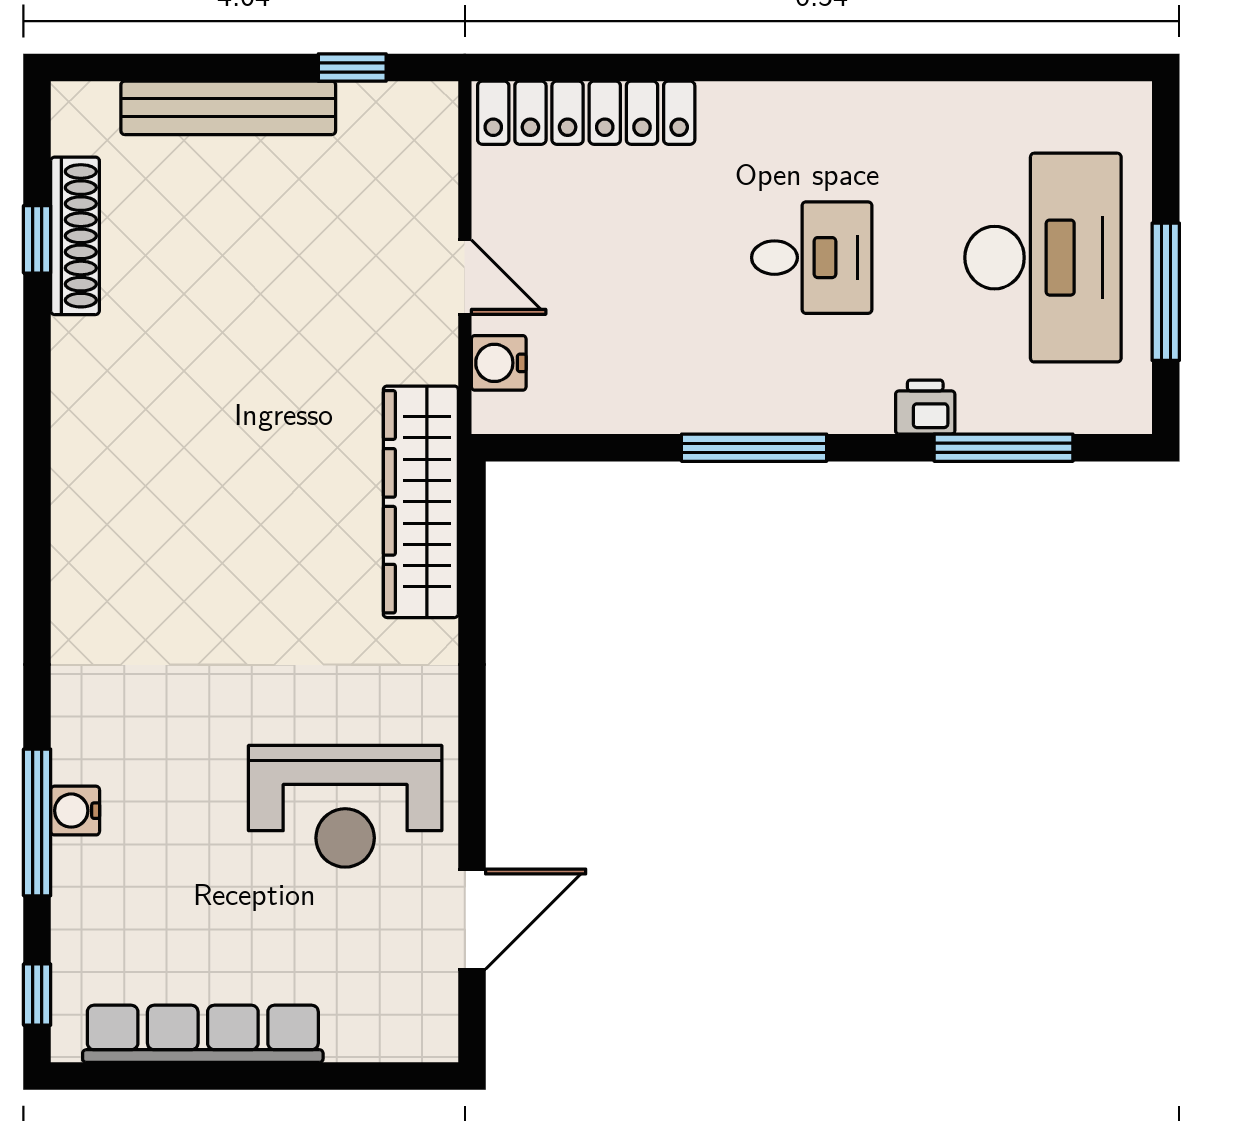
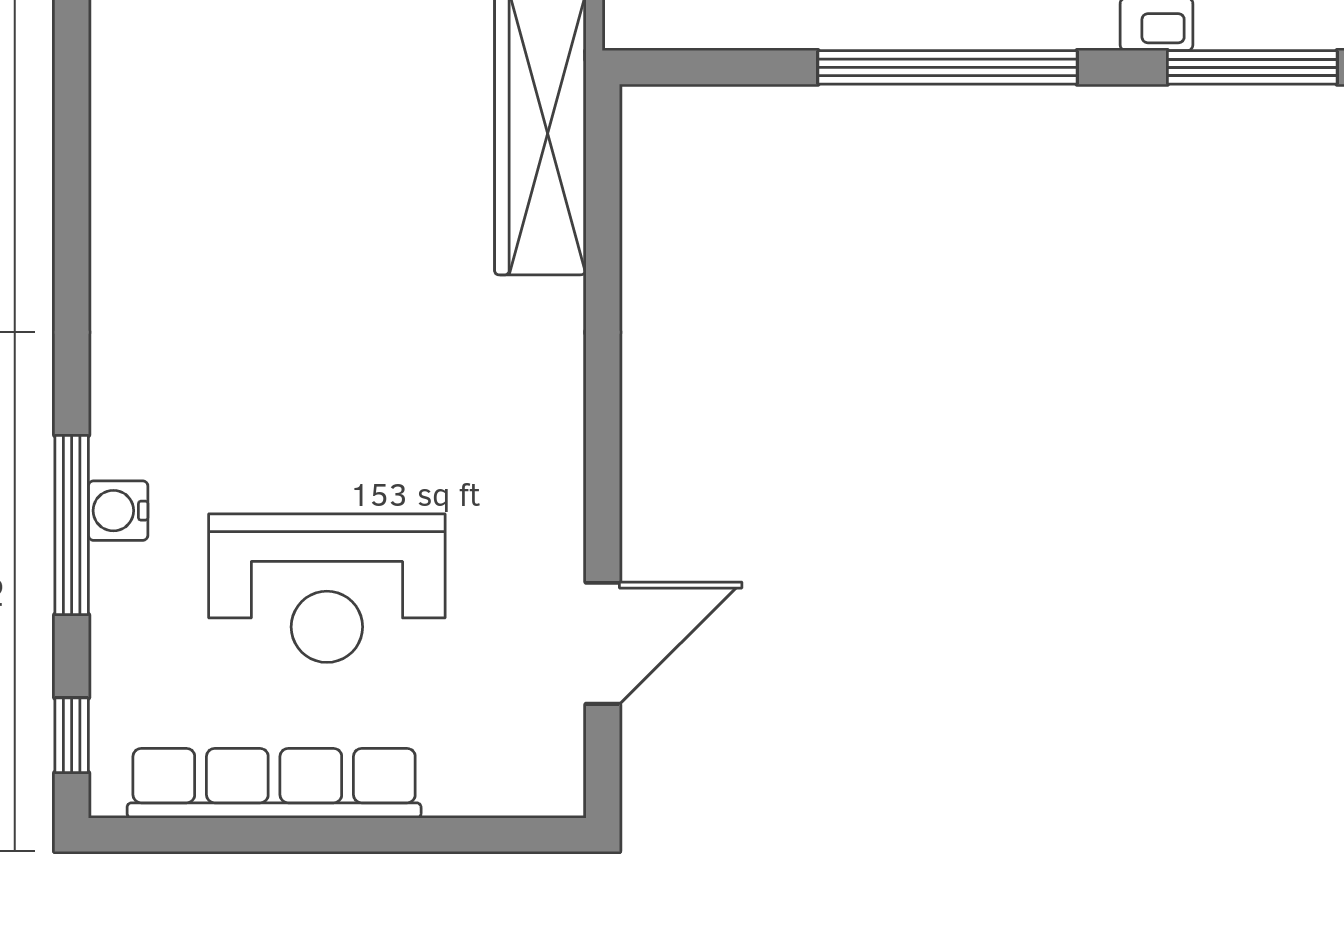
window: (754, 448) -> (947, 67), width x1.46
reception desk: (345, 806) -> (327, 588), moved

